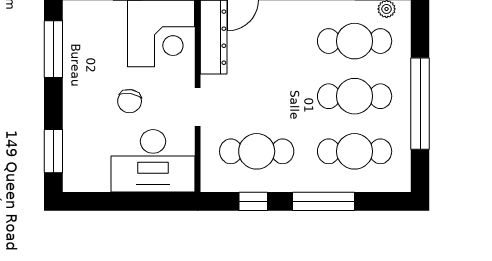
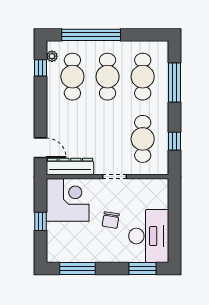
chair: (130, 101) -> (111, 220), turned 90
window: (420, 104) -> (91, 35), moved
desk: (153, 161) -> (149, 236), moved
window: (324, 201) -> (175, 82), moved

